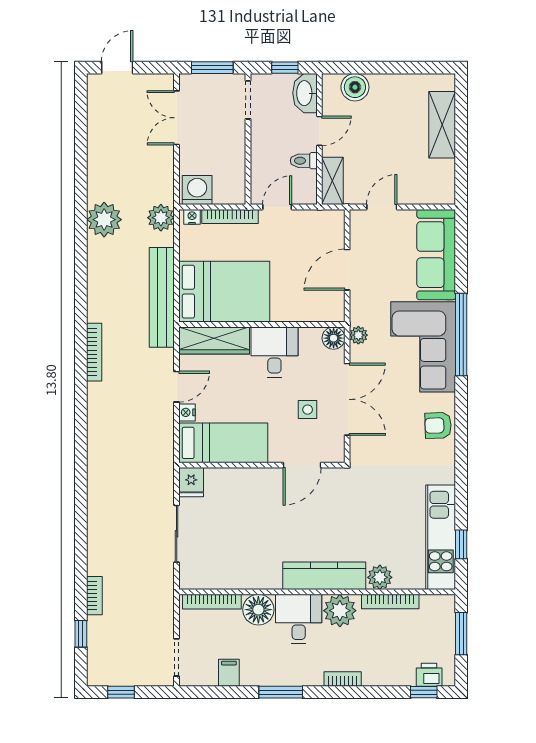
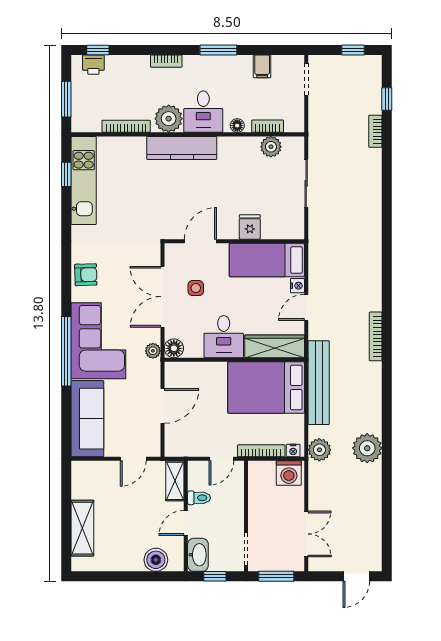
fridge: (191, 482) -> (250, 227), moved
plant: (380, 577) -> (271, 147), moved
bookcase: (212, 602) -> (268, 126), width x0.64
floor lamp: (258, 610) -> (237, 126), width x0.53, depth x0.53

